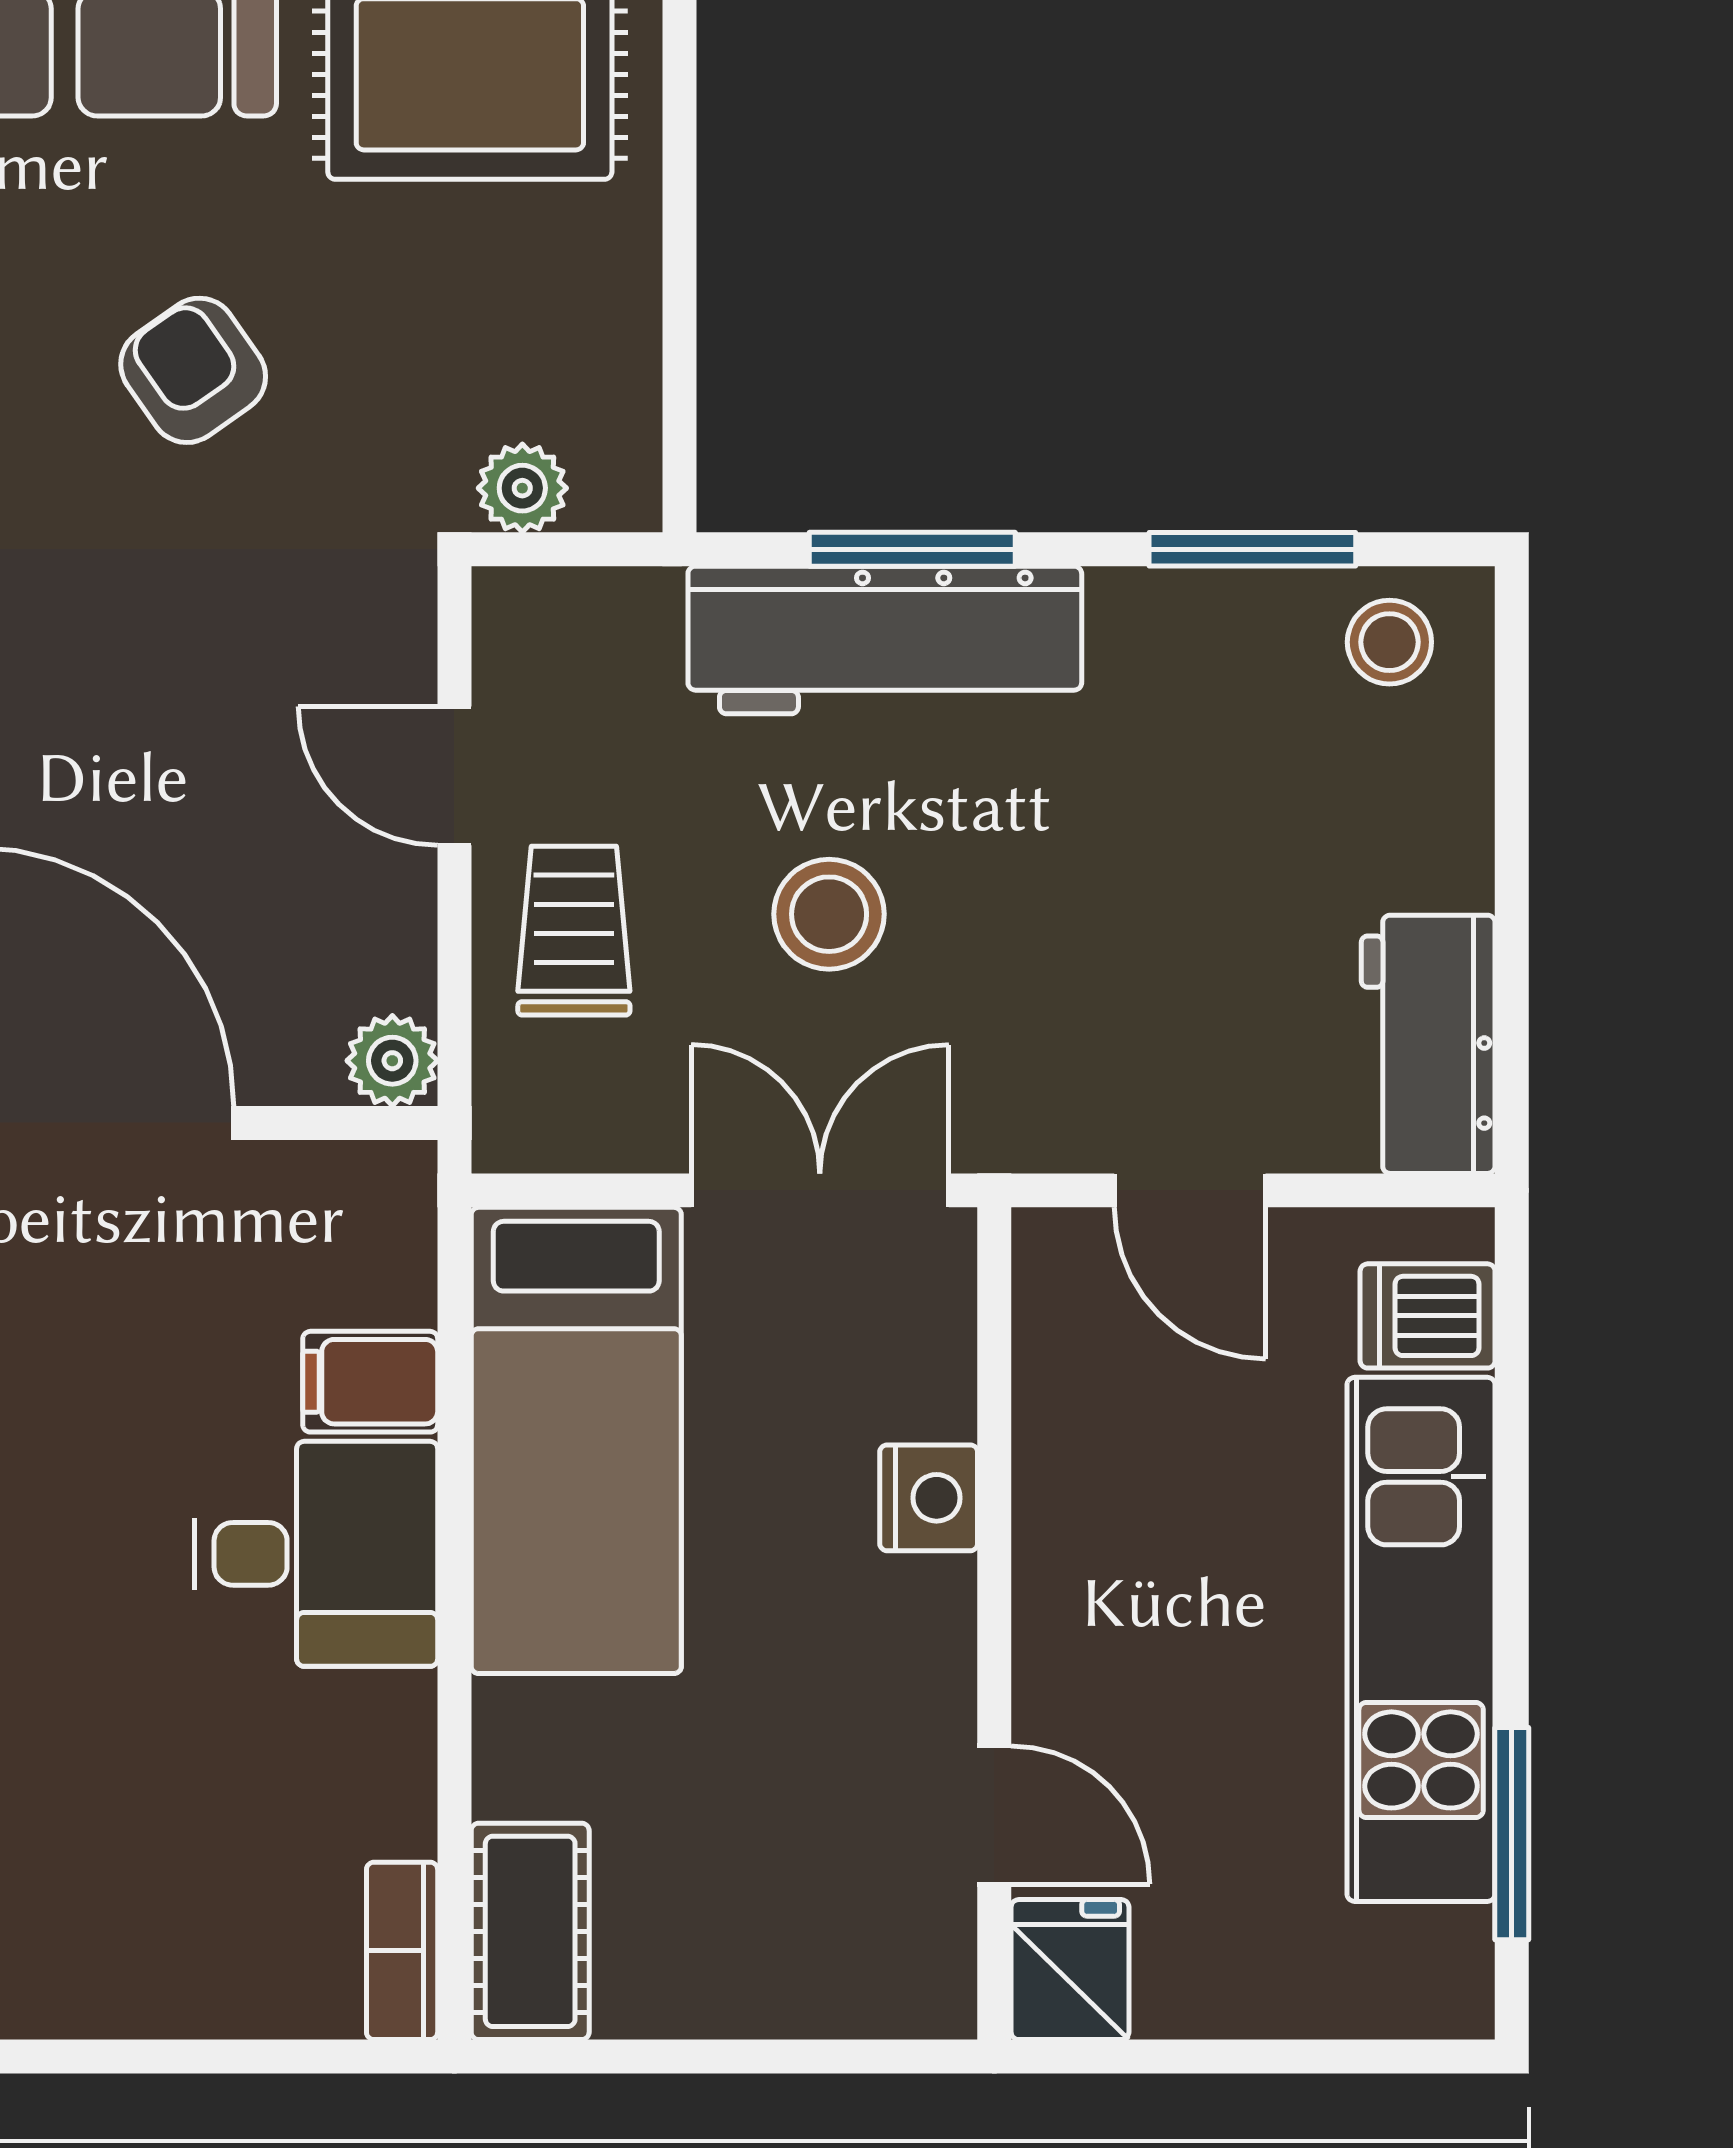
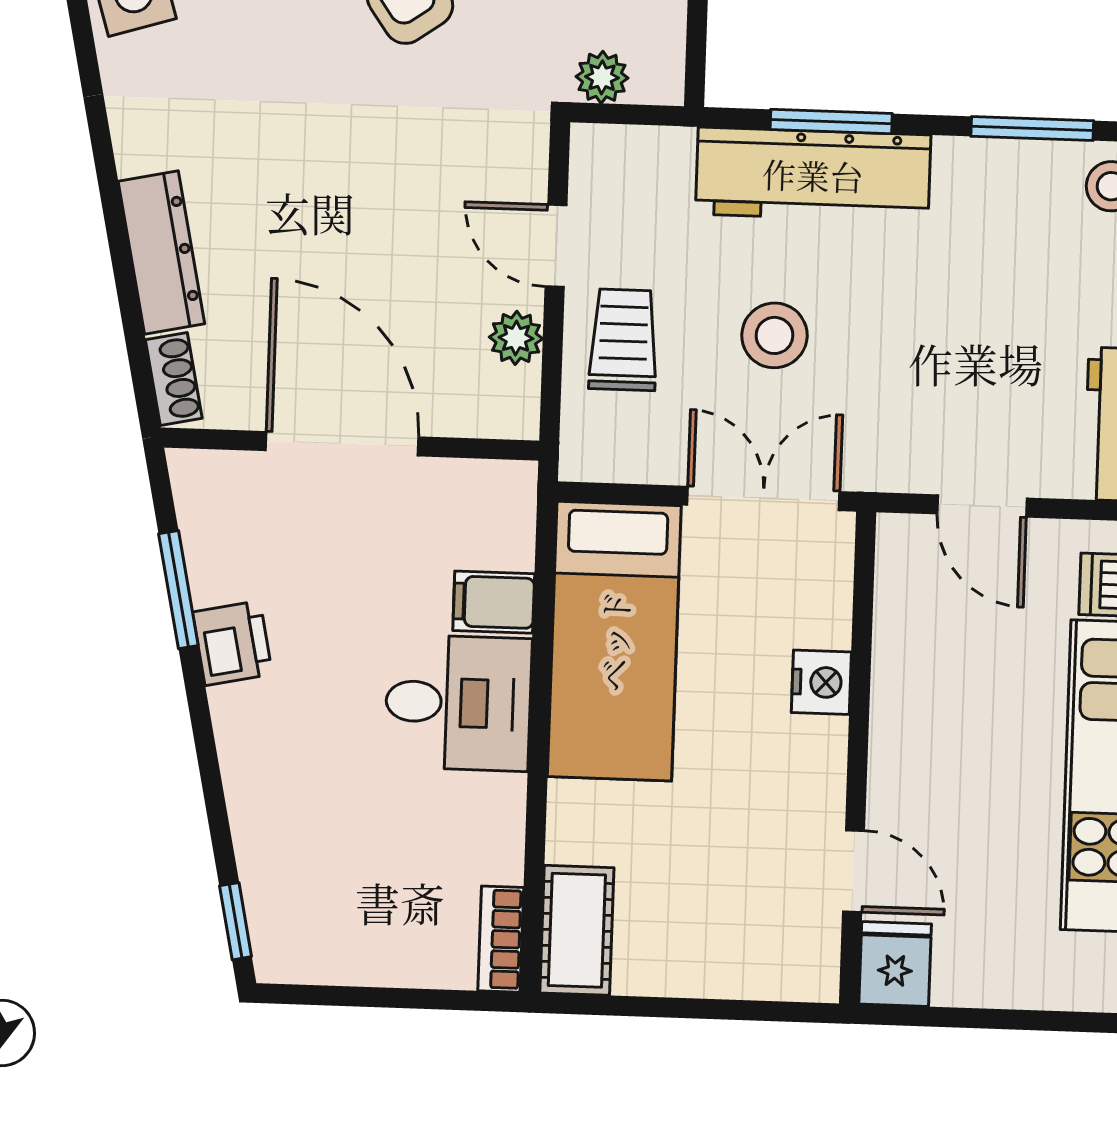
plant: (392, 1061) -> (516, 338), moved

